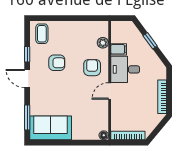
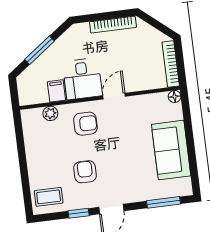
window: (150, 41) -> (40, 50), width x1.50
armchair: (92, 68) -> (85, 124), turned 180
door: (110, 91) -> (114, 96), swing flipped
sofa: (51, 128) -> (171, 150), moved

